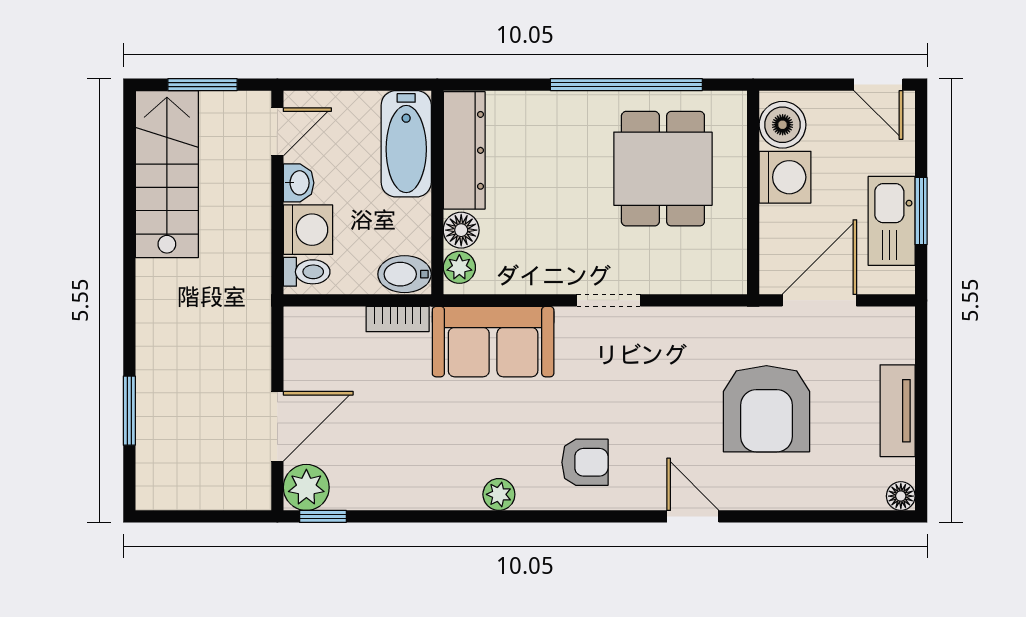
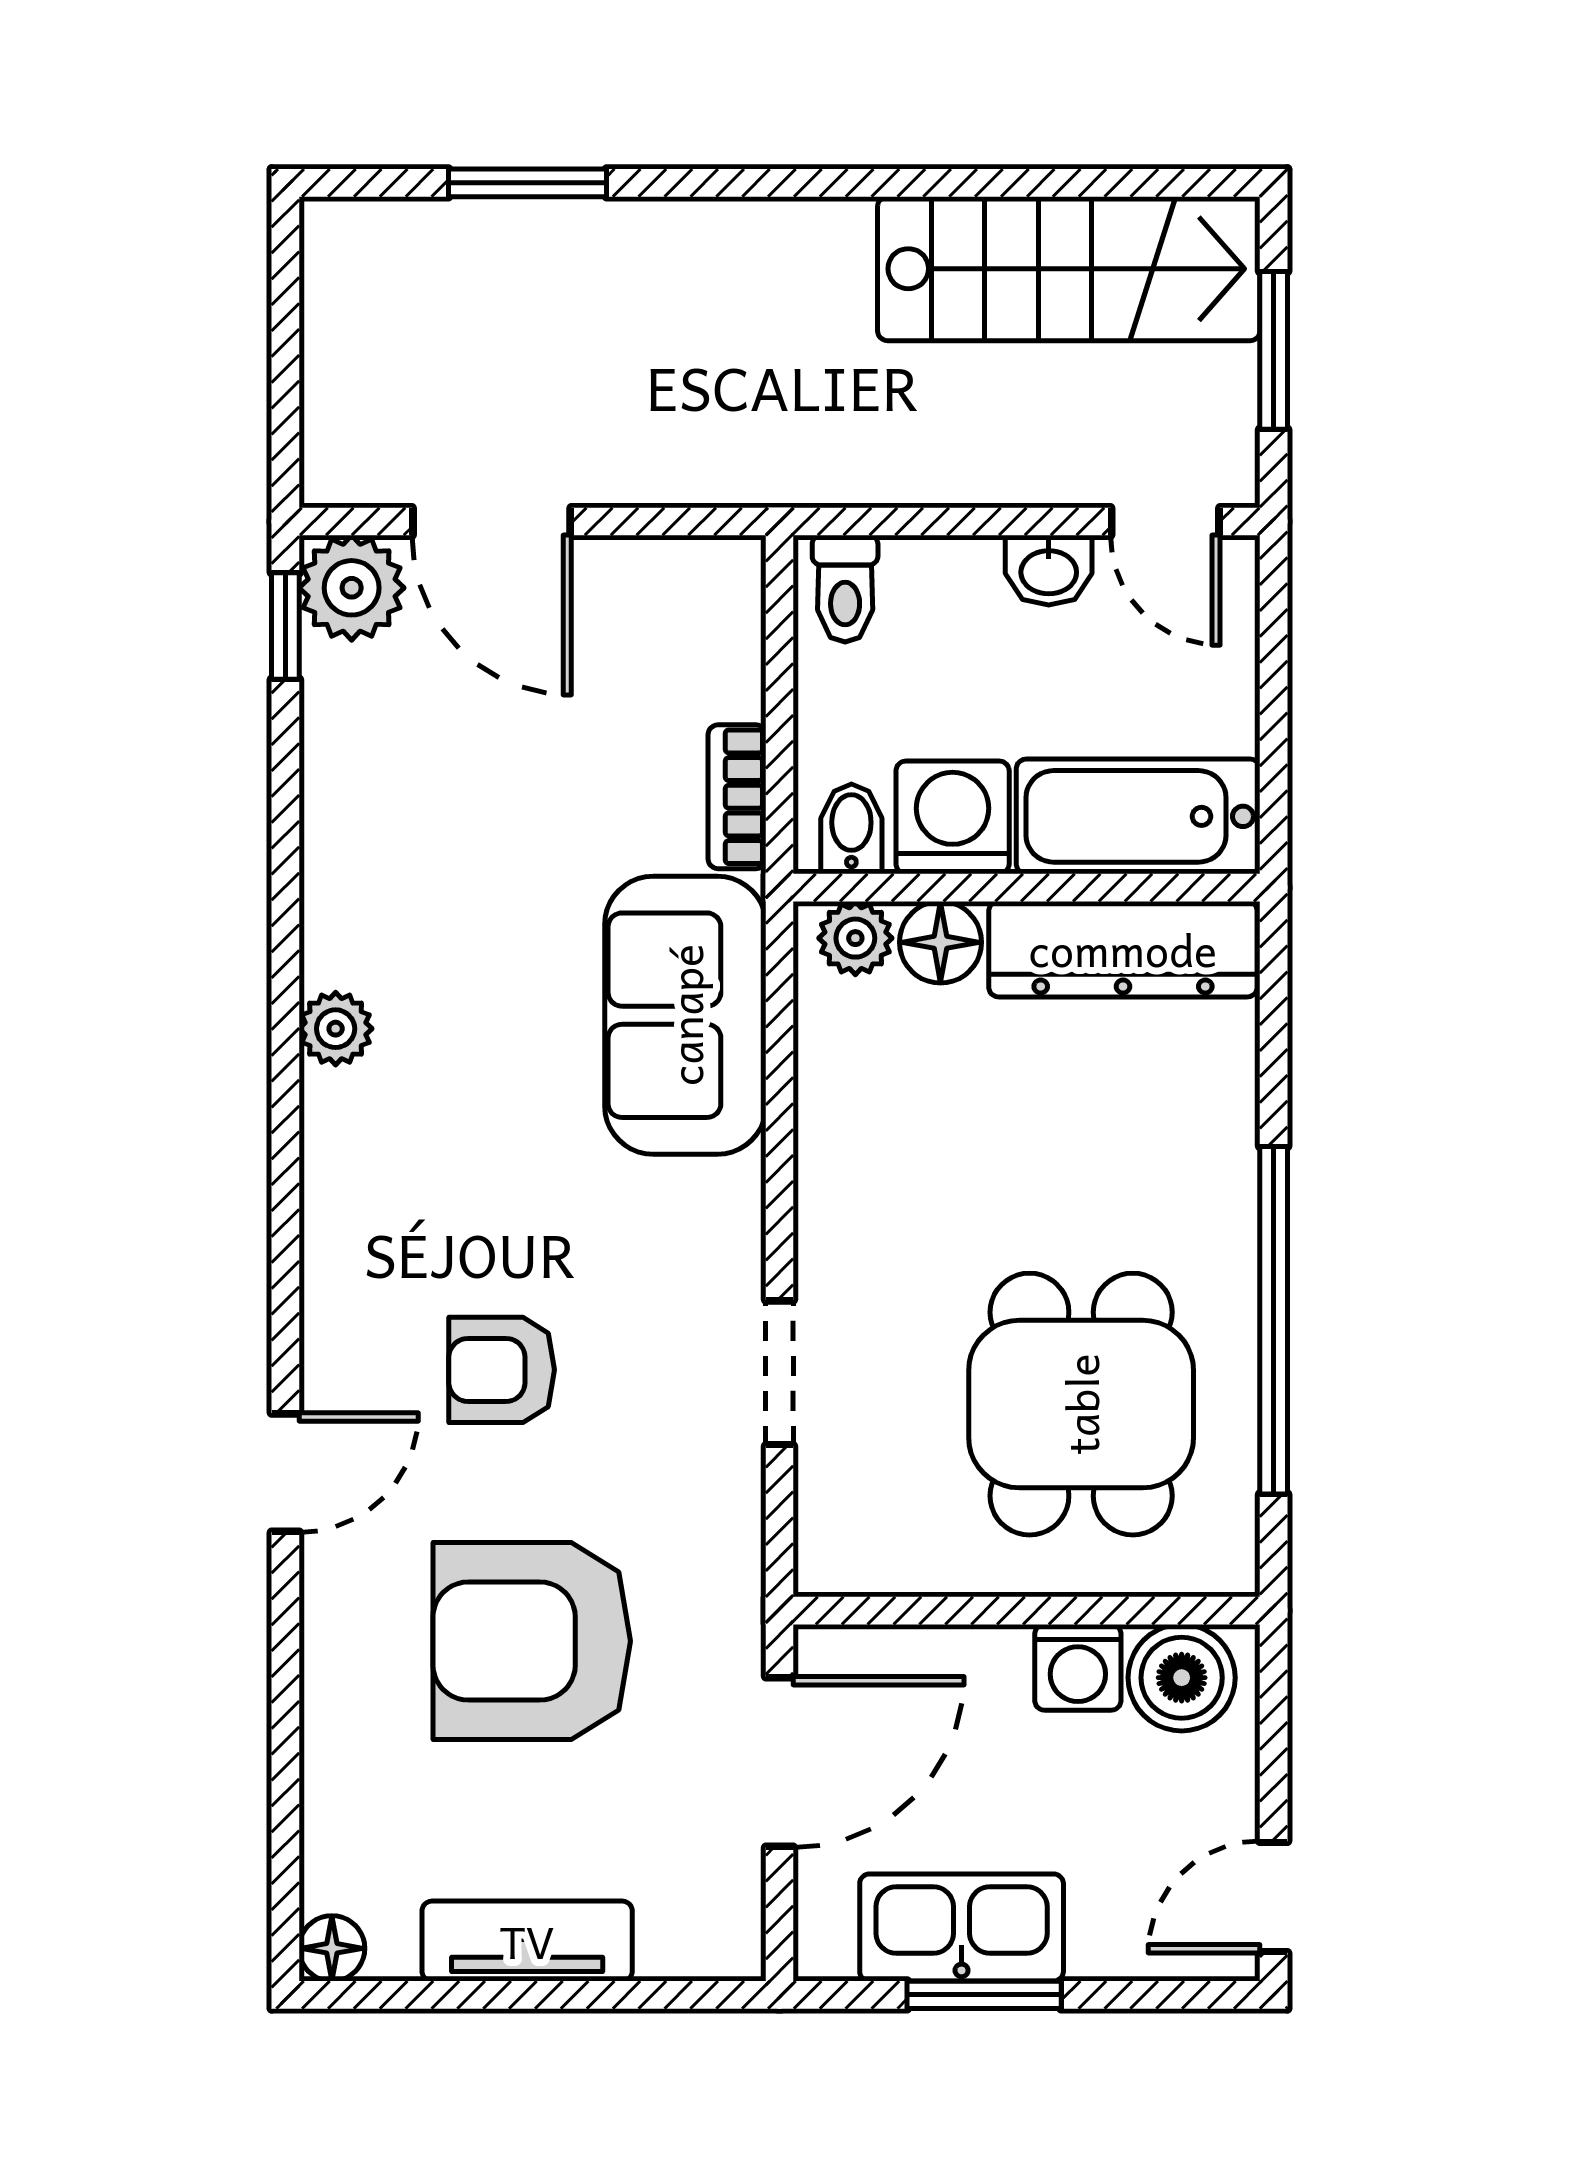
dining table: (663, 169) -> (1081, 1404), turned 90
washing machine: (785, 177) -> (1078, 1667), width x0.73, depth x0.73
washing machine: (308, 230) -> (953, 817), moved, turned 180
bidet: (405, 274) -> (851, 829), width x0.72, depth x0.74
doorway: (608, 300) -> (780, 1373), moved
door: (819, 300) -> (780, 1762), hinge flipped
armchair: (585, 462) -> (502, 1370), moved, turned 90

